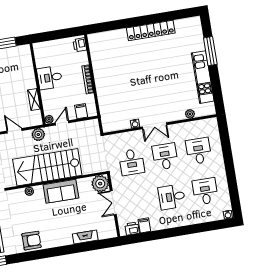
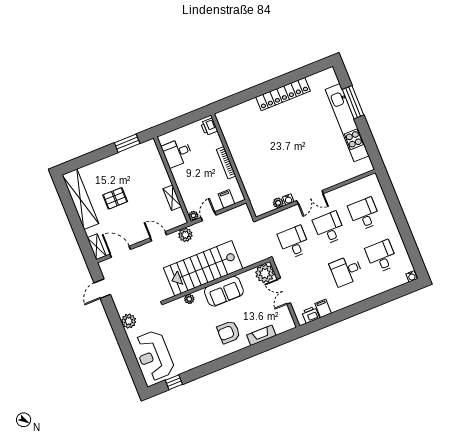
kitchen unit: (203, 77) -> (347, 123), width x1.36
desk: (50, 78) -> (177, 153), moved
plant: (190, 114) -> (278, 203), moved
desk: (132, 162) -> (294, 242), turned 180
armchair: (31, 241) -> (229, 332), moved, turned 180

